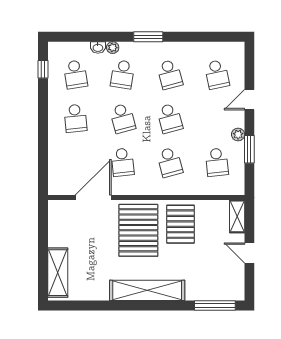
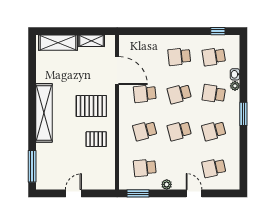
window: (249, 149) -> (138, 193), moved
shelving: (237, 216) -> (91, 41), moved
pallet: (180, 224) -> (96, 139), width x0.67, depth x0.71
pallet: (138, 230) -> (91, 106), width x0.73, depth x0.71

